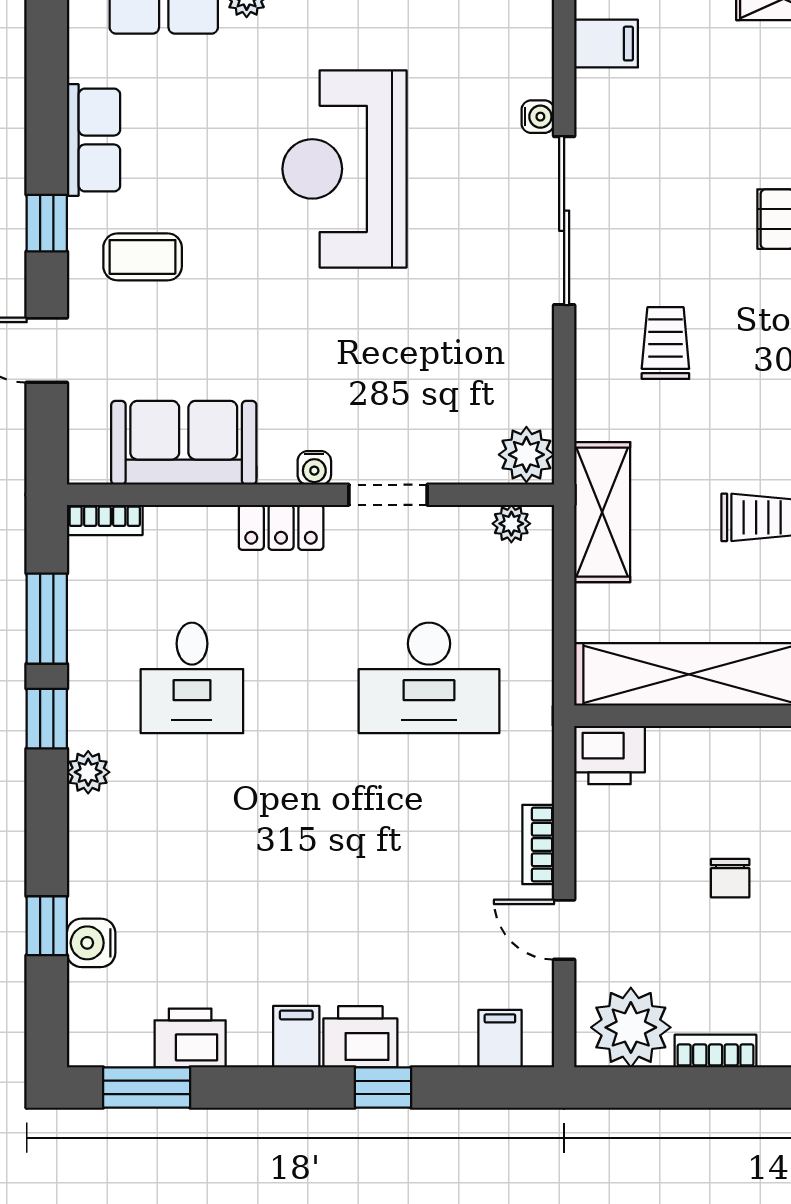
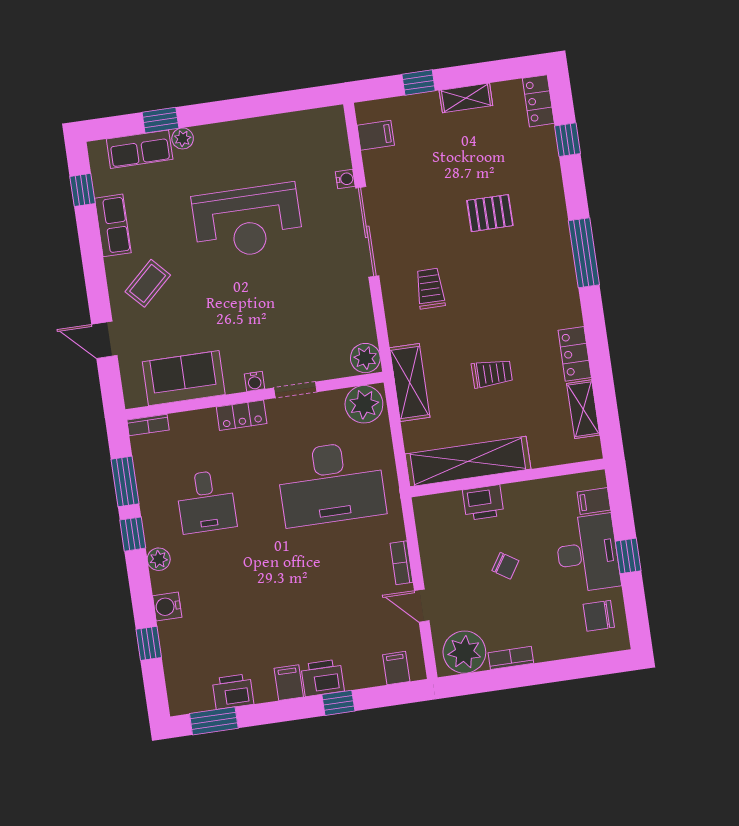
reception desk: (344, 169) -> (247, 221), turned -90
window: (47, 223) -> (83, 190), moved
coffee table: (143, 257) -> (148, 283), turned -43
plant: (511, 524) -> (364, 404), width x1.88, depth x1.88
desk: (429, 678) -> (331, 483), width x1.36, depth x1.30
printer: (609, 755) -> (483, 503), moved
chair: (730, 878) -> (505, 566), turned -57
water cooler: (91, 943) -> (167, 606), moved

